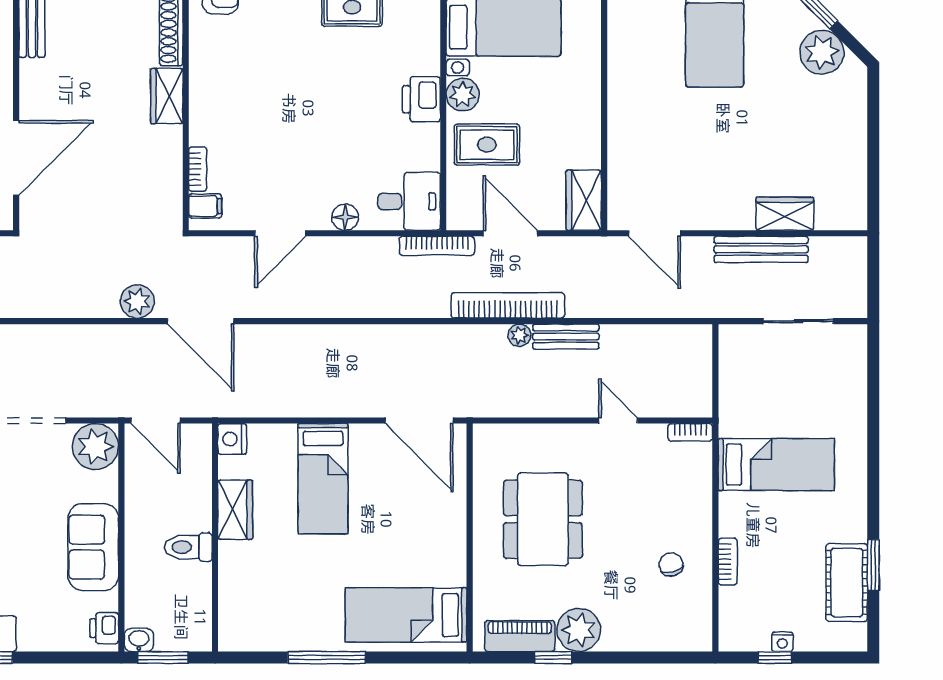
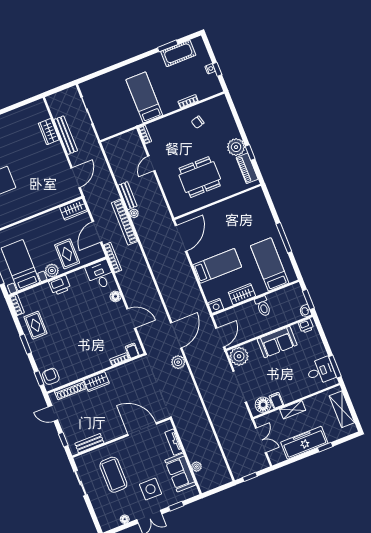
bed: (406, 615) -> (270, 264), moved, turned 180

